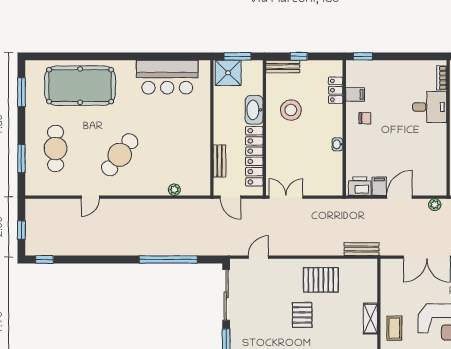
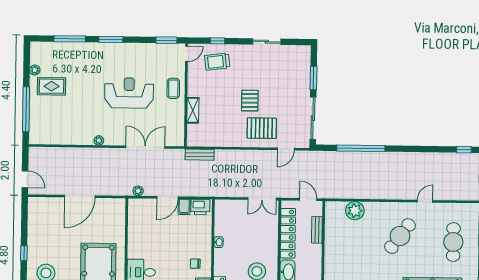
plant: (174, 190) -> (355, 211), width x1.88, depth x1.88
pallet: (321, 280) -> (262, 128), moved
shelving: (370, 319) -> (193, 110), moved

